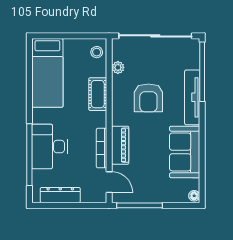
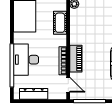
armchair: (148, 98) -> (96, 25), removed

